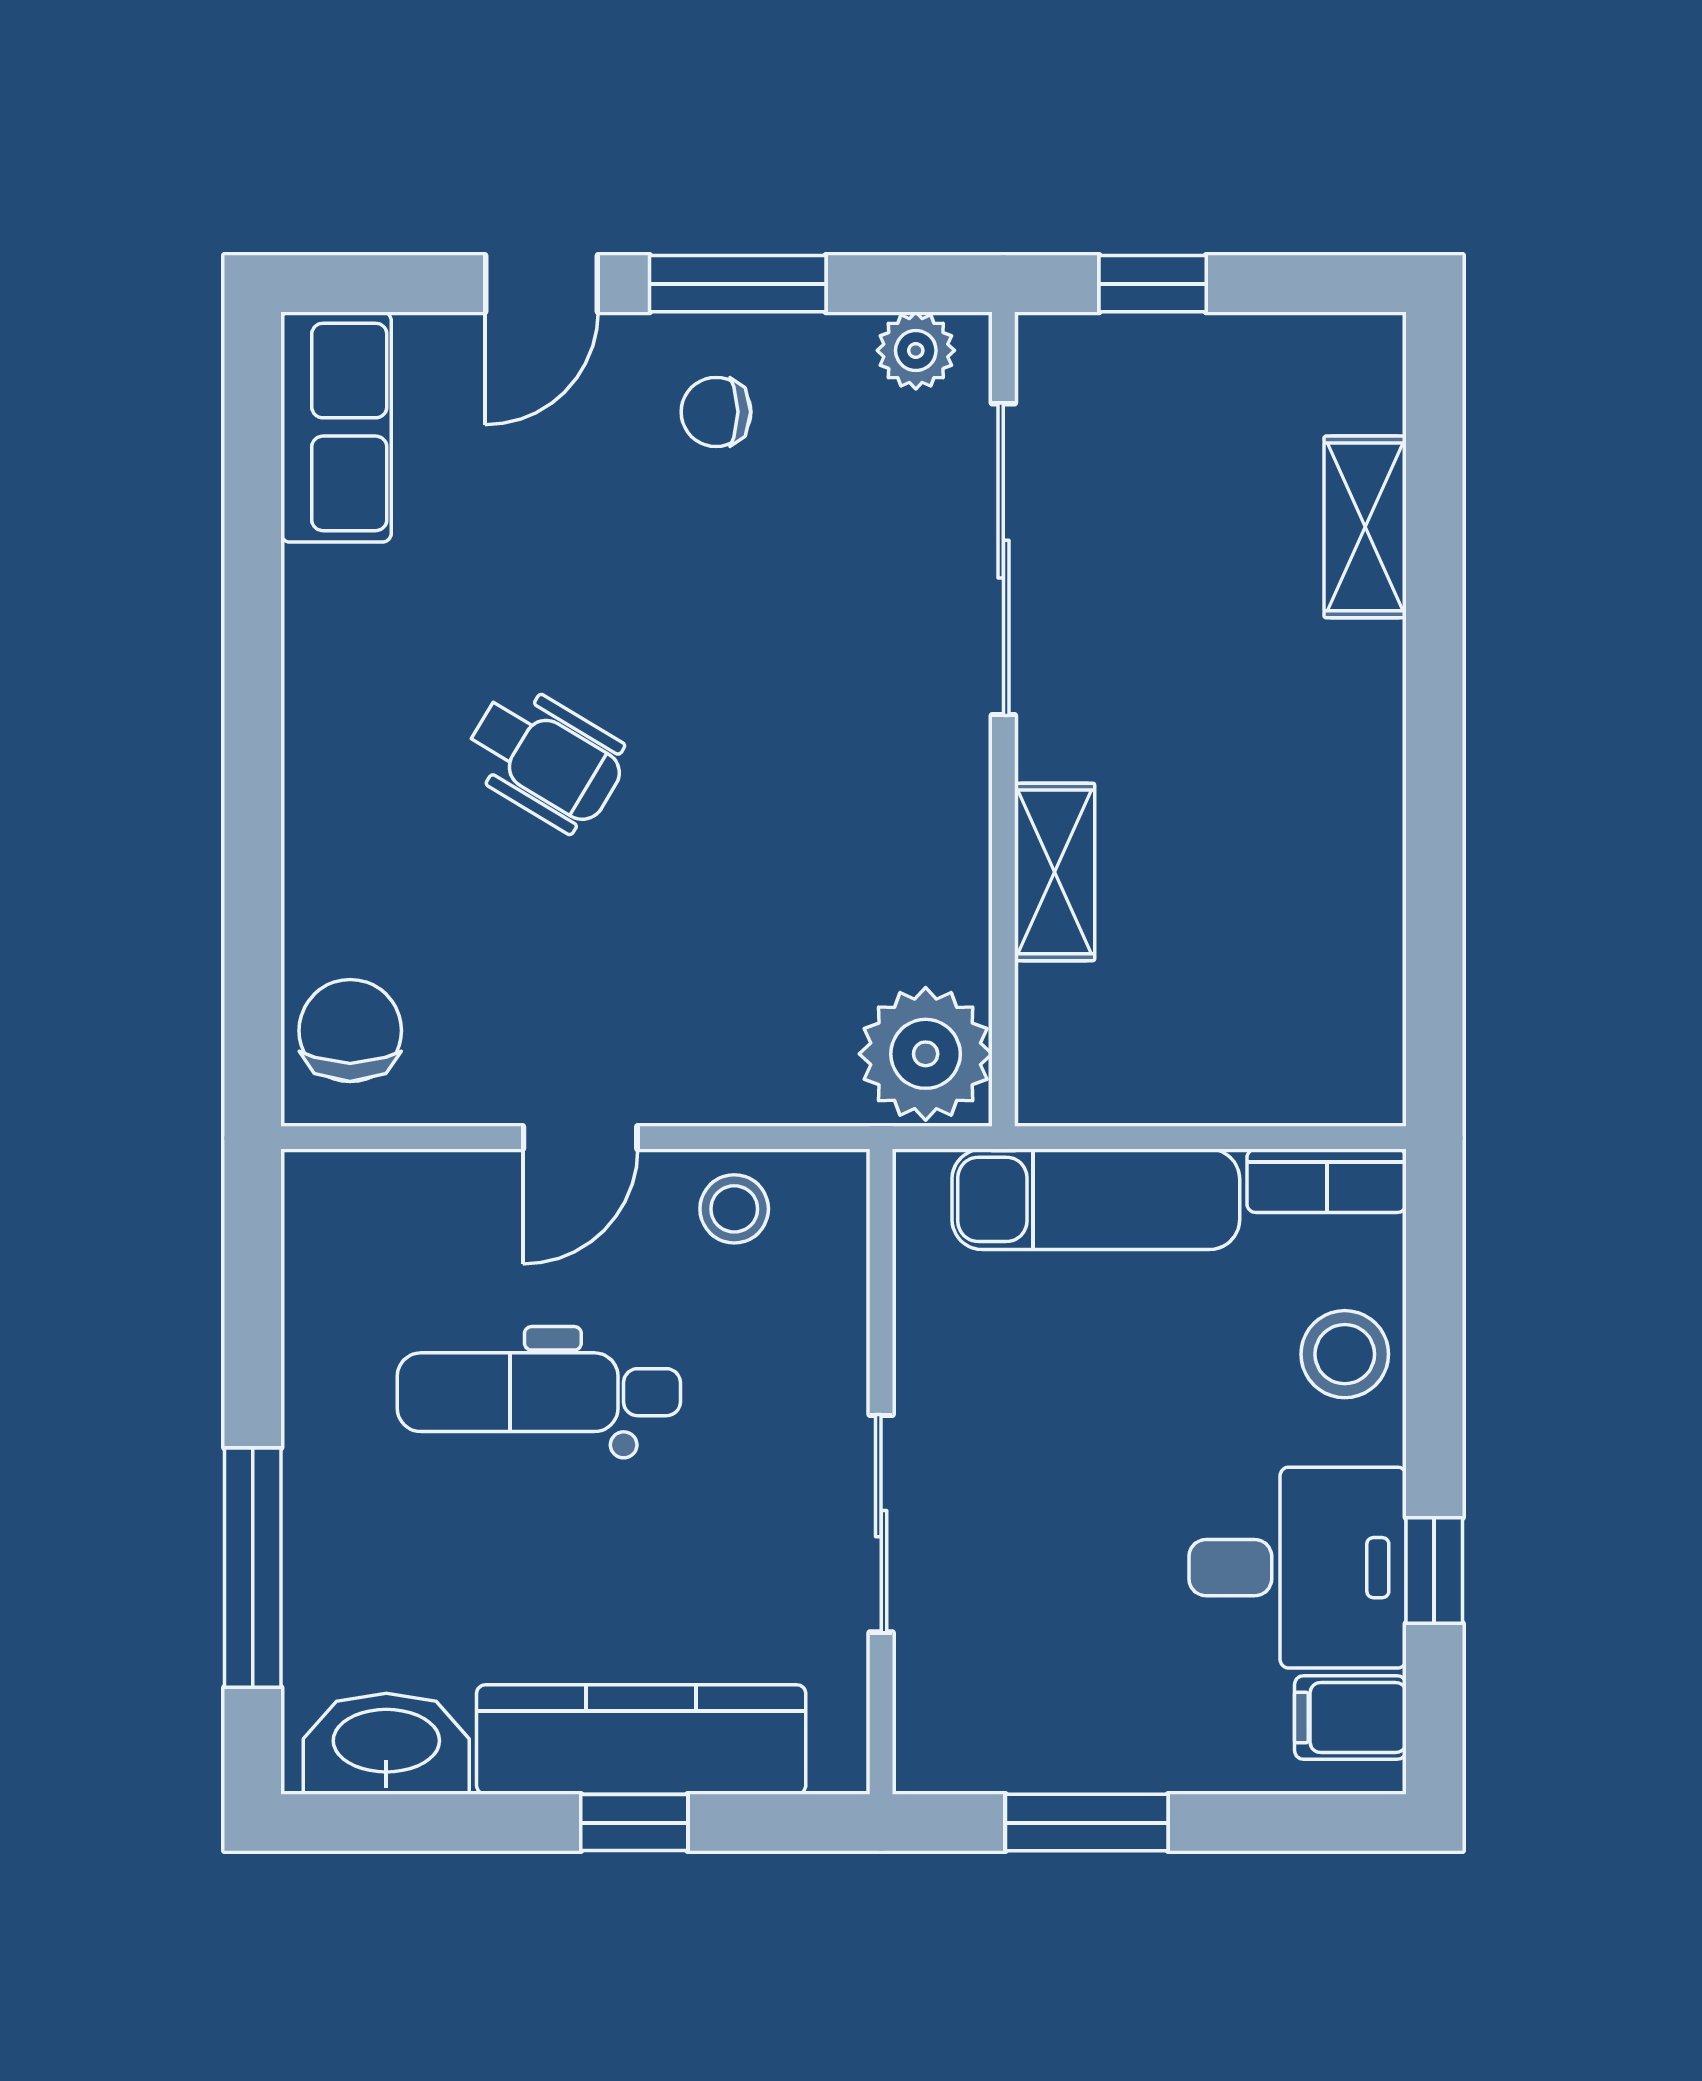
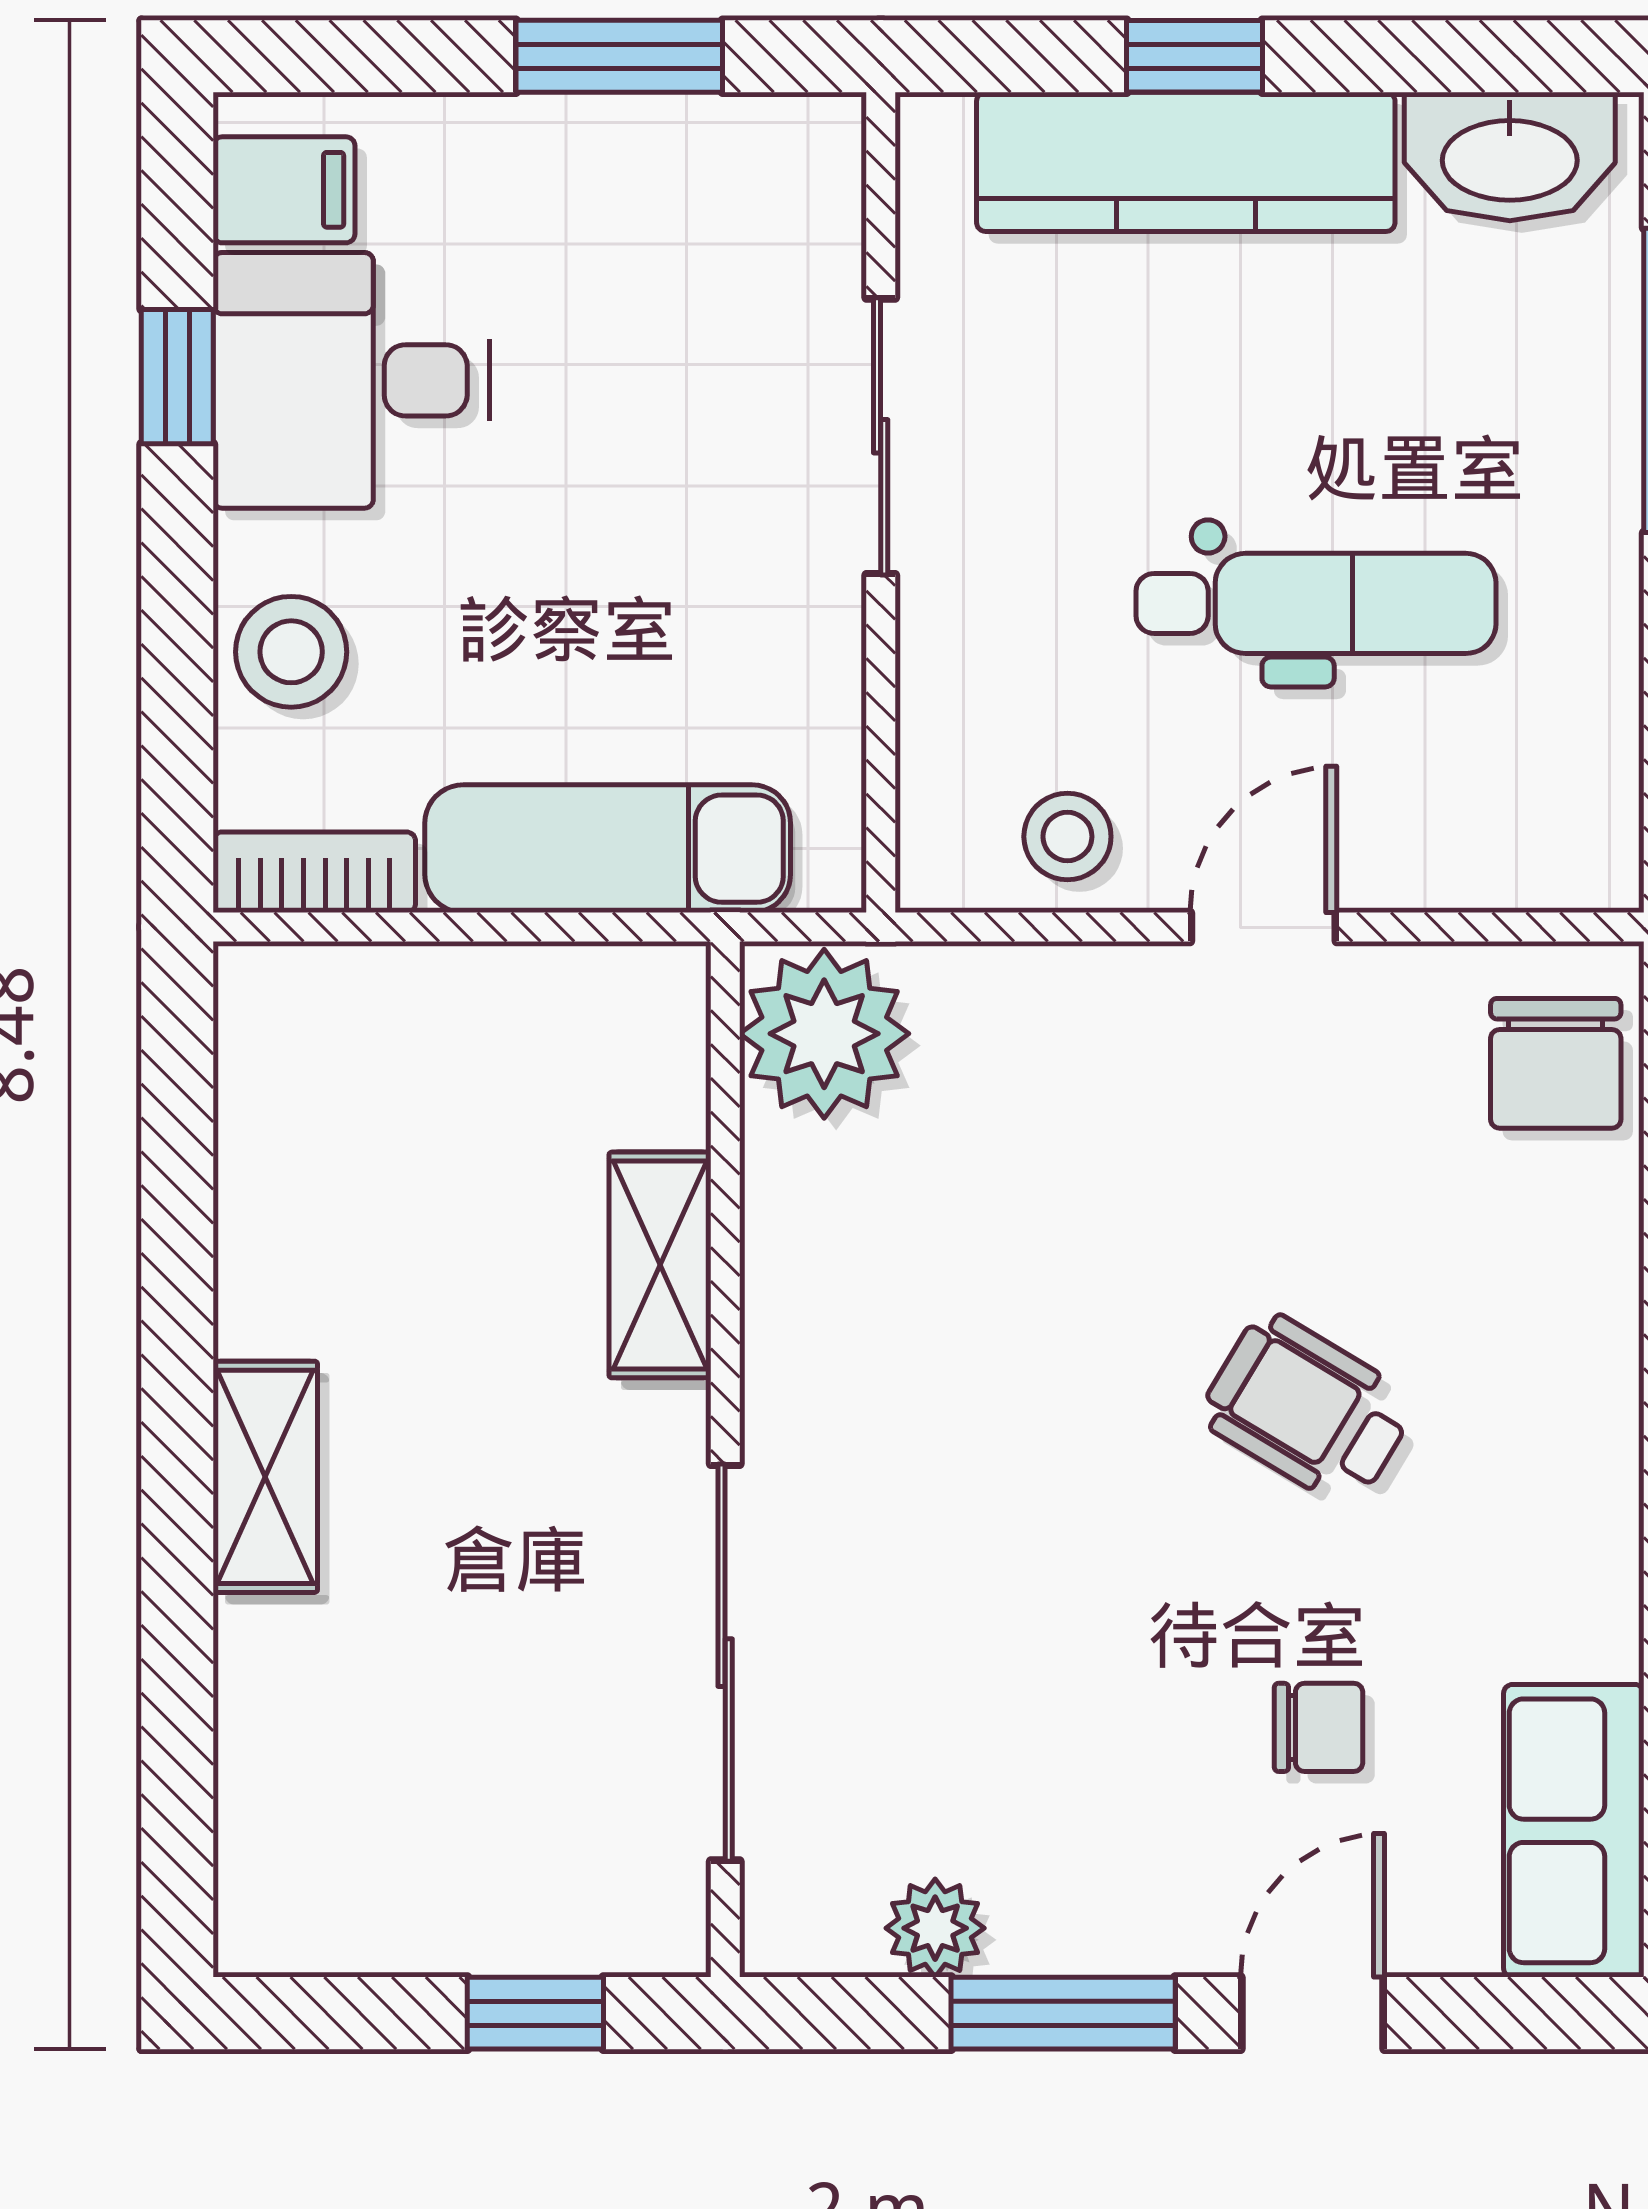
plant: (916, 350) -> (935, 1928), moved
chair: (716, 412) -> (1319, 1727), moved
shelving: (1365, 527) -> (265, 1477), moved

